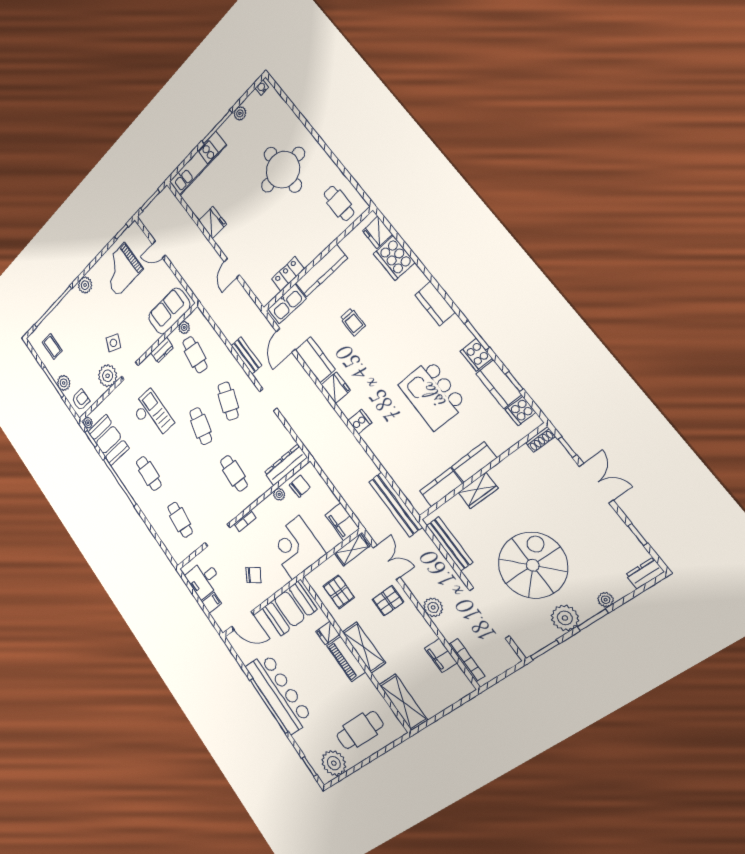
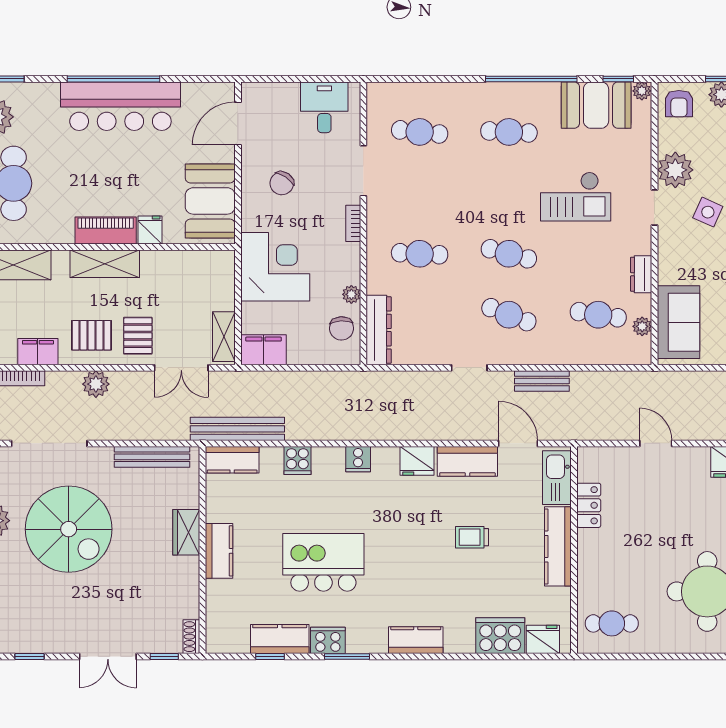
cooker: (521, 411) -> (297, 460), moved, turned 180
kitchen counter: (441, 487) -> (232, 460), moved, turned 90
pallet: (339, 592) -> (91, 335), moved
filing cabinet: (212, 603) -> (288, 96), removed

